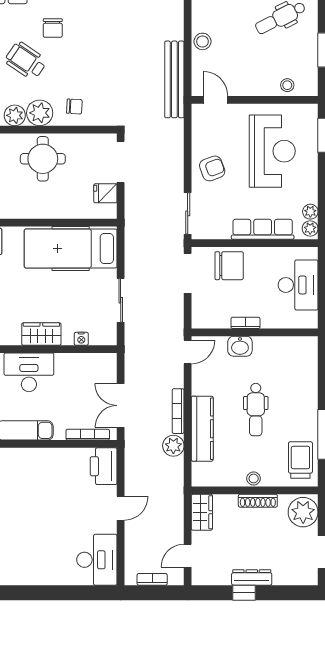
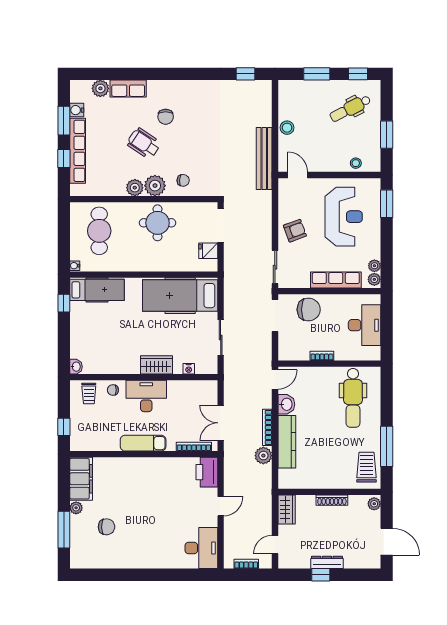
washbasin: (240, 346) -> (286, 404), moved, turned -90
dental chair: (256, 410) -> (353, 398), moved, width x1.36, depth x1.38
stool: (254, 478) -> (328, 482), removed
plant: (303, 512) -> (374, 504), width x0.53, depth x0.53

